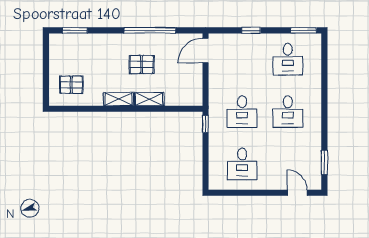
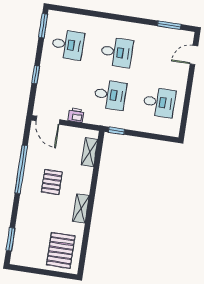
printer: (215, 79) -> (76, 115), added
pallet: (71, 85) -> (61, 250), width x1.50, depth x1.42
shelving: (149, 99) -> (90, 152), moved

